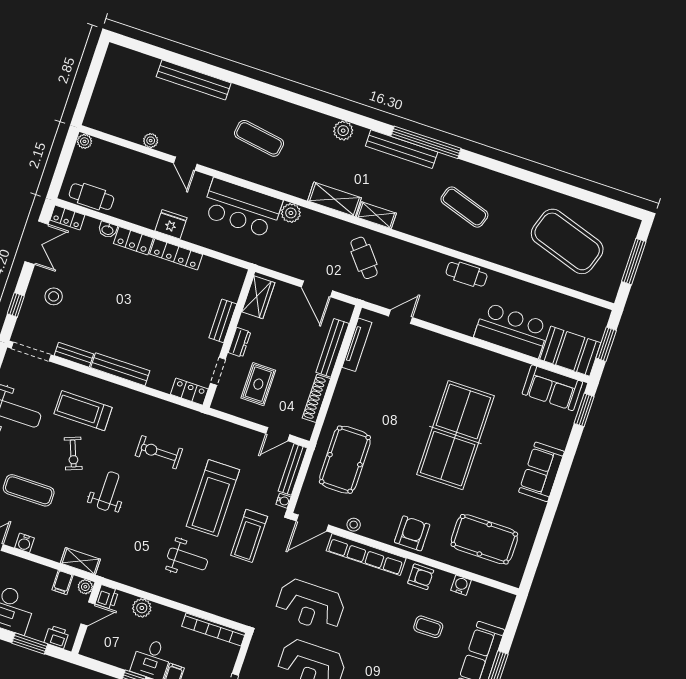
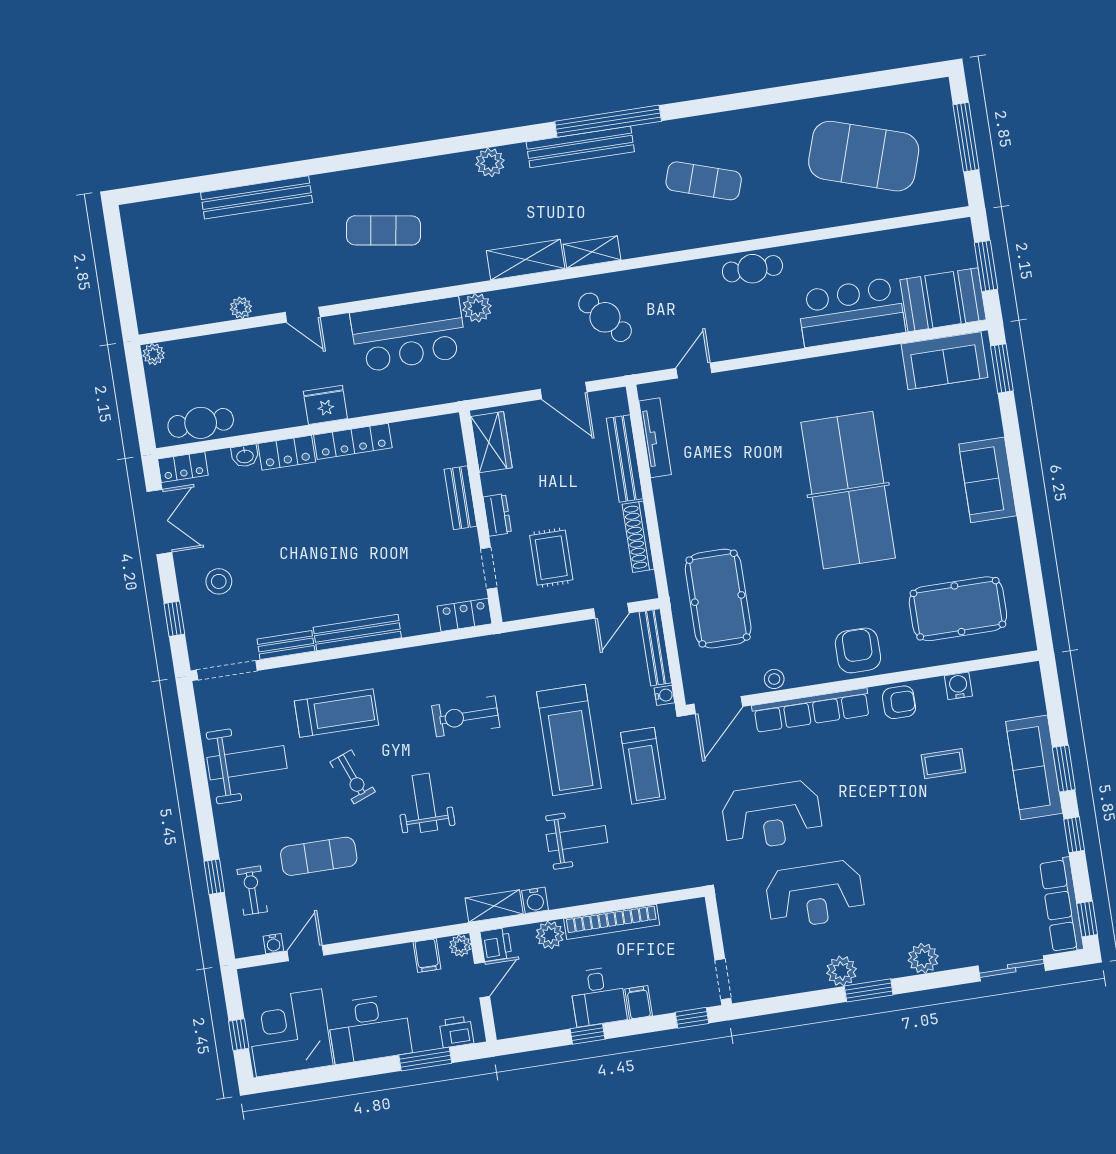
treadmill: (83, 411) -> (336, 713), turned 180
water cooler: (24, 543) -> (535, 900), moved
shelving: (80, 561) -> (494, 906), moved
bookcase: (214, 629) -> (612, 922), moved

